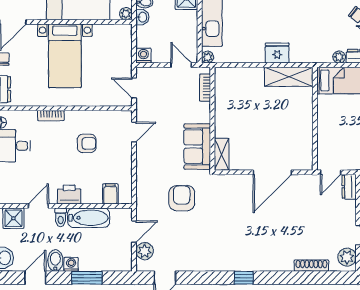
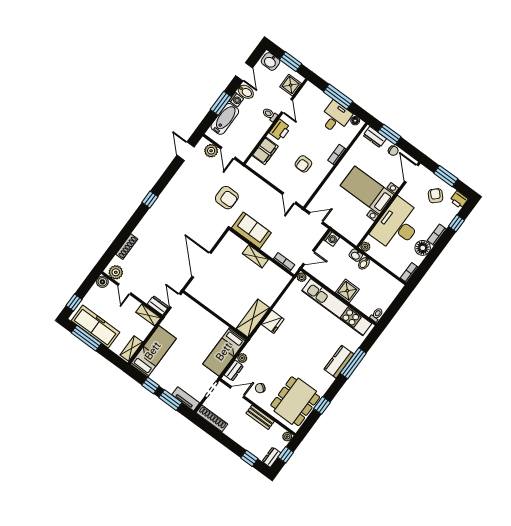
shelving: (222, 154) -> (255, 256), moved
filing cabinet: (110, 194) -> (265, 151), width x2.00
bathtub: (89, 218) -> (225, 119), moved, turned 180

